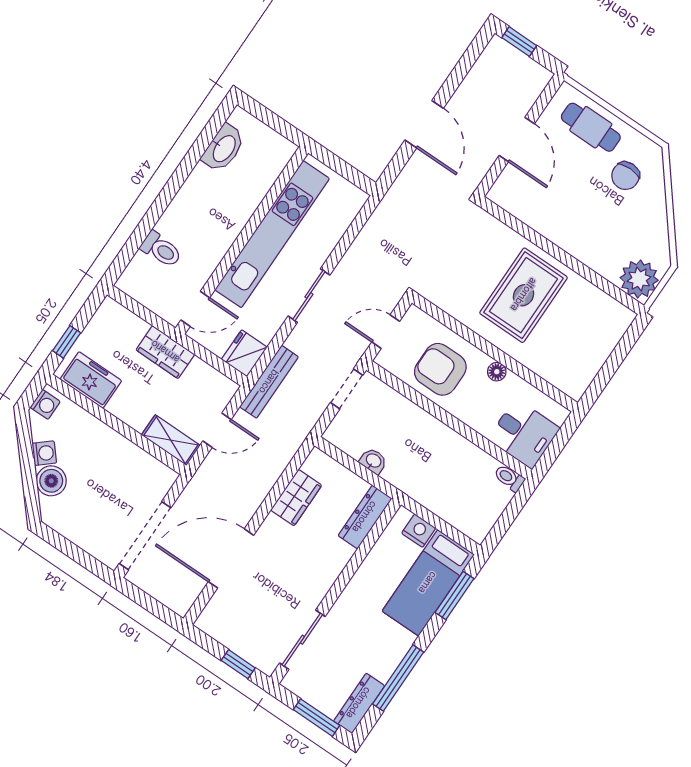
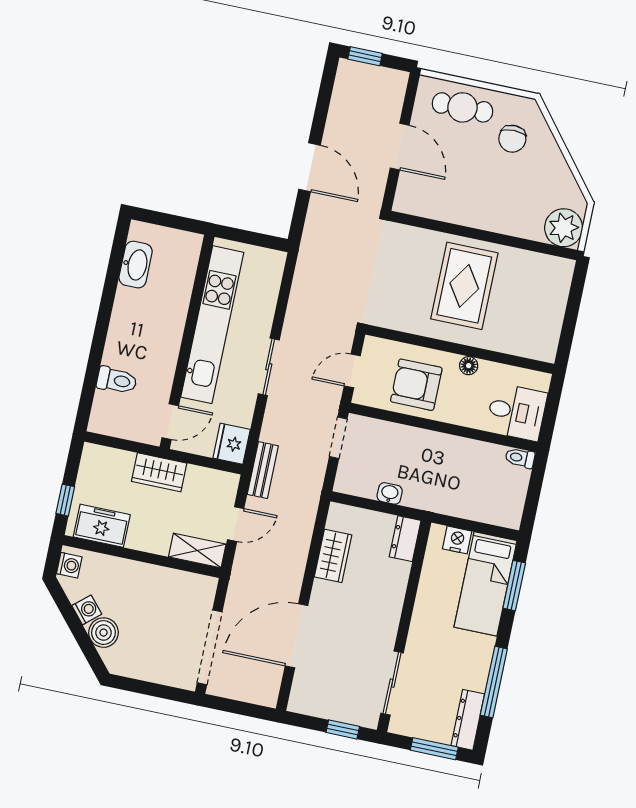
bench: (269, 382) -> (263, 470), width x0.73
dresser: (365, 517) -> (405, 539), width x0.70

